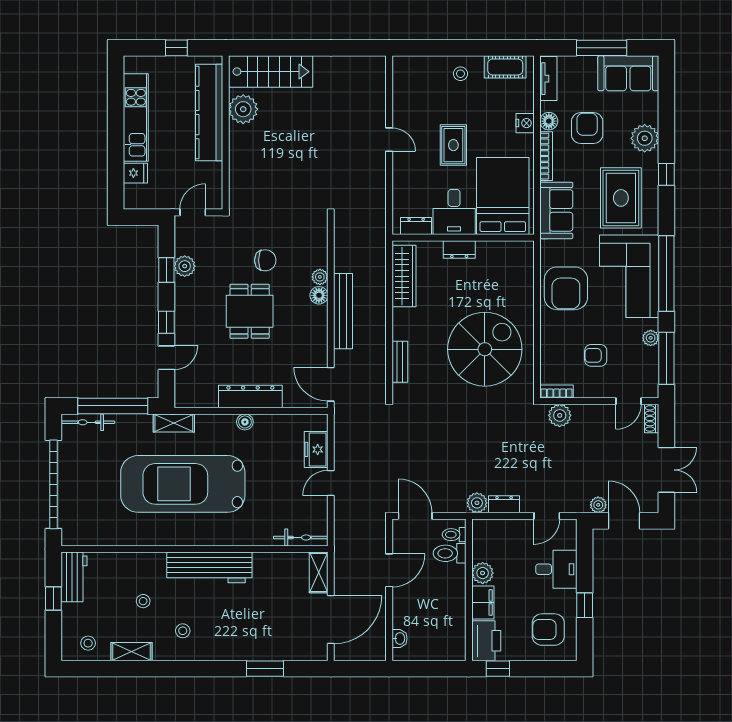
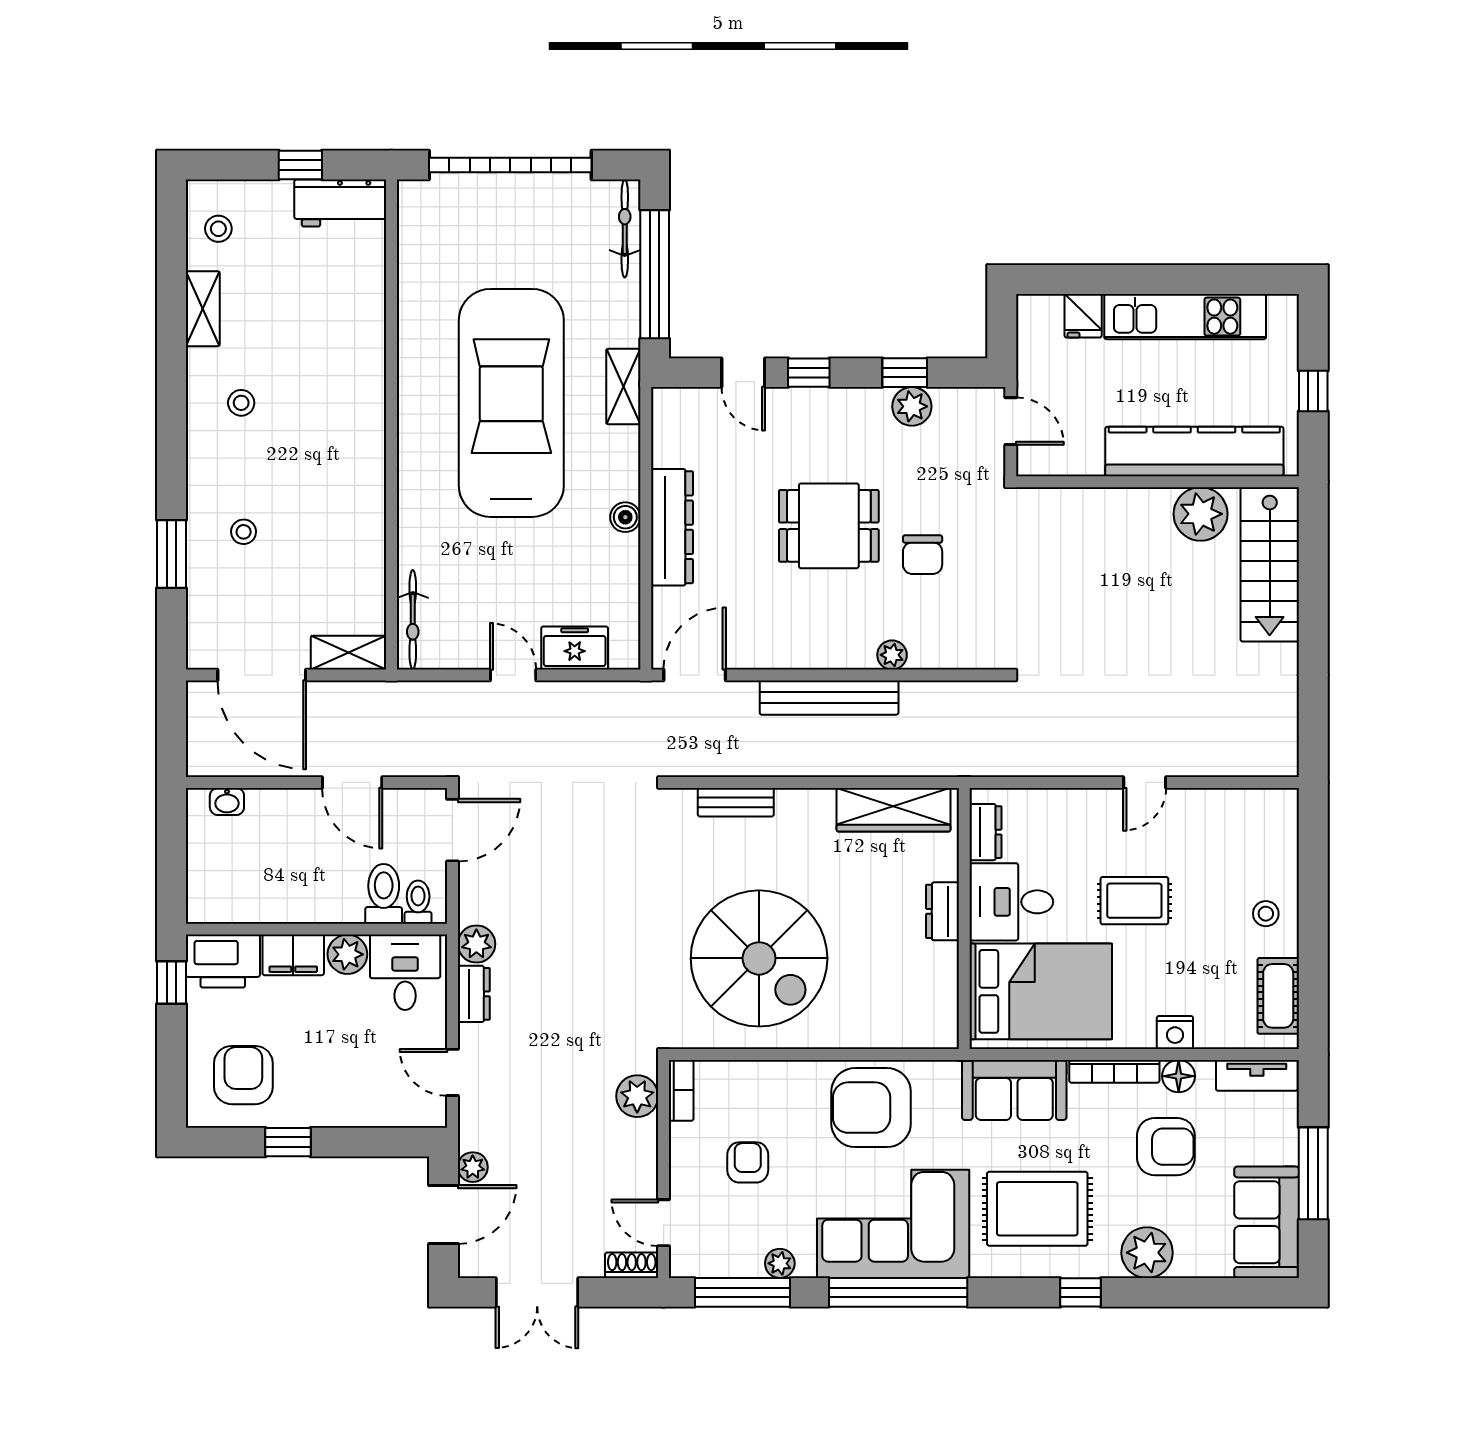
floor lamp: (319, 295) -> (858, 653), removed
workbench: (209, 567) -> (358, 452), removed
desk: (556, 569) -> (405, 972), moved, turned 180
stool: (143, 601) -> (244, 532), moved

